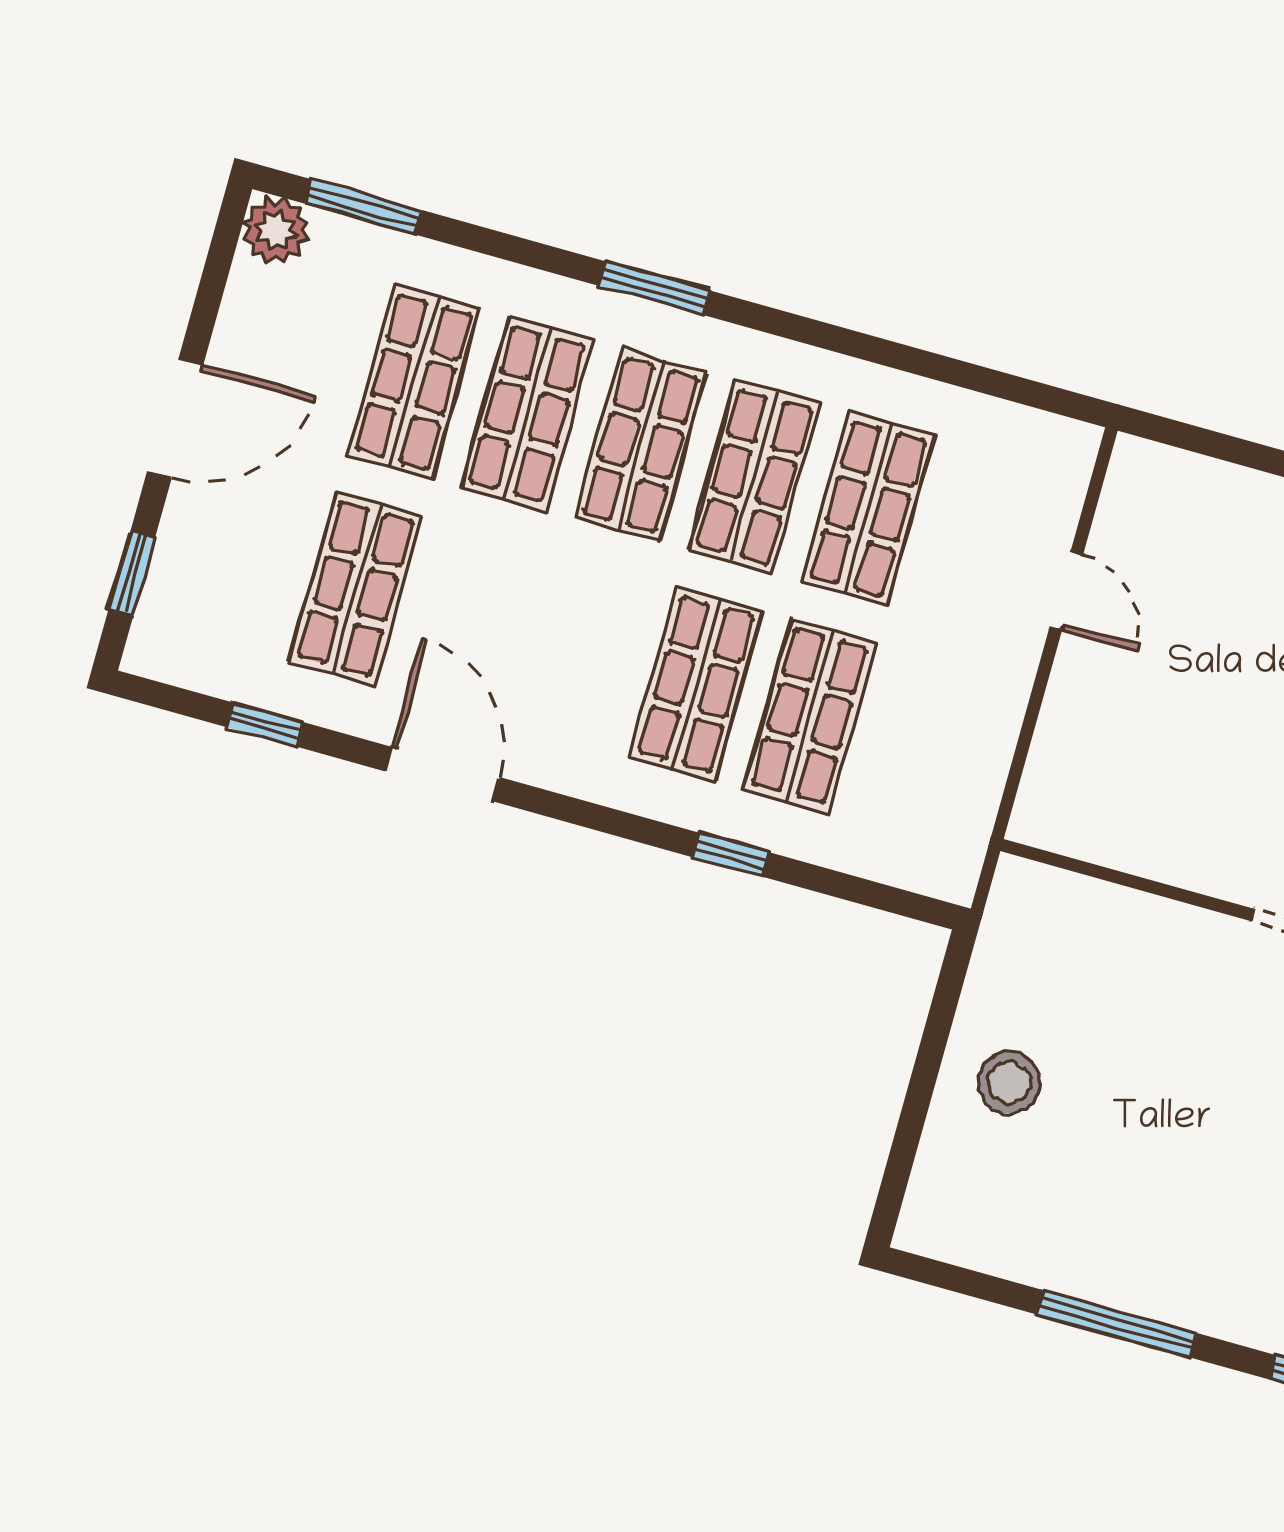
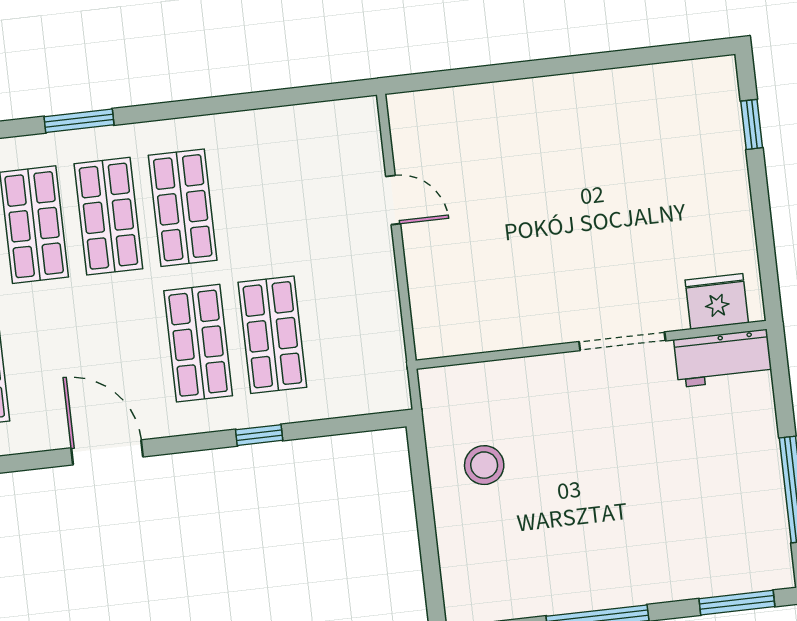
shop shelf: (868, 509) -> (257, 199), removed
door: (442, 774) -> (107, 452), moved
stool: (1009, 1083) -> (484, 465), moved

